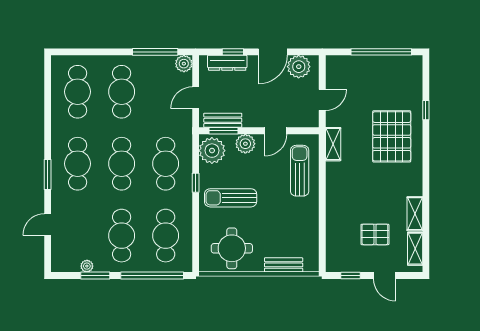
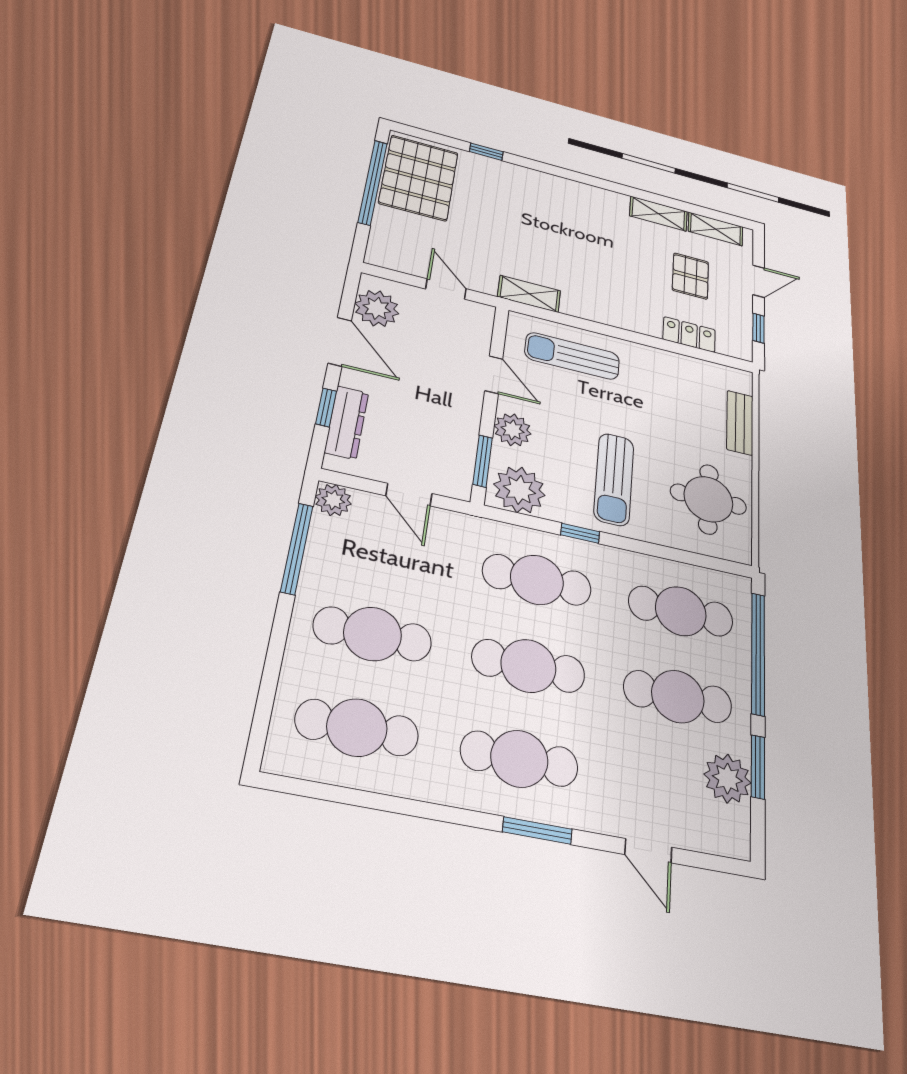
bench: (223, 120) -> (462, 457), removed
pallet: (392, 136) -> (419, 178), moved, turned 90
locker: (334, 235) -> (689, 335), added
plant: (87, 266) -> (727, 779), width x1.87, depth x1.87

